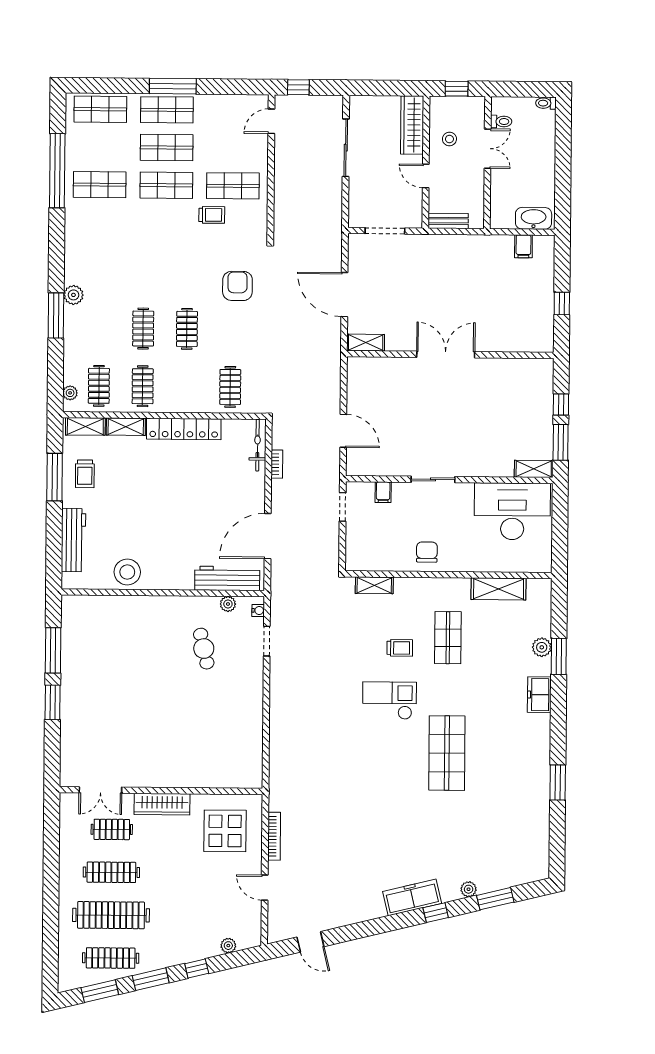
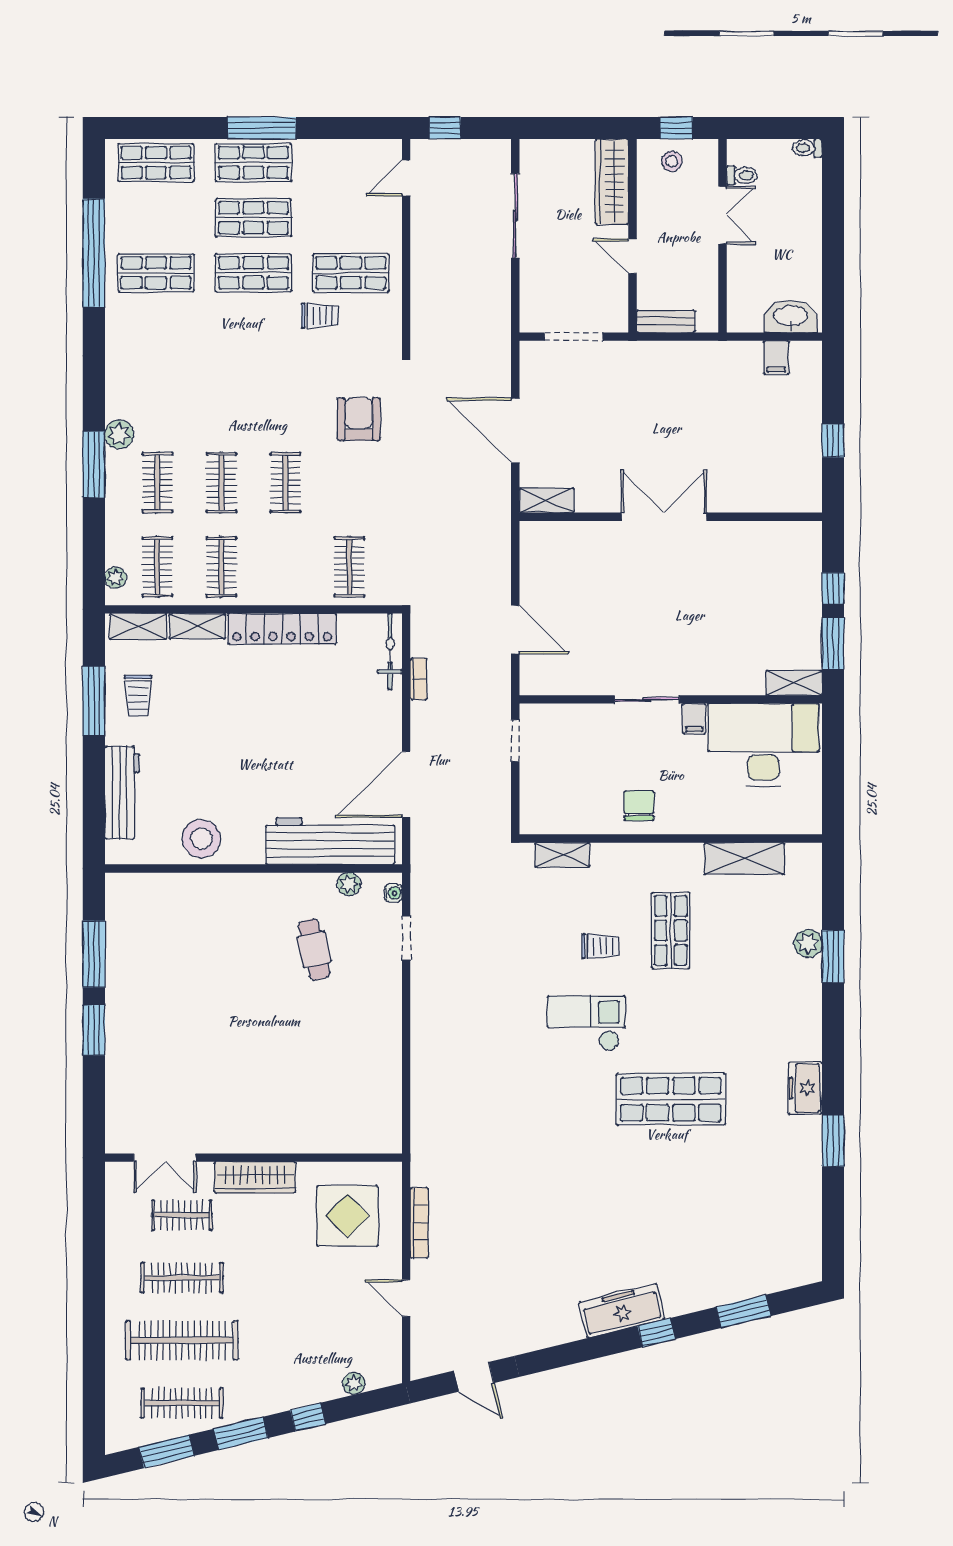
stool: (449, 139) -> (672, 161), moved
clothes rail: (99, 328) -> (157, 483), added
filing cabinet: (383, 492) -> (694, 719), moved
workbench: (227, 578) -> (330, 841), width x1.36, depth x1.32
freezer: (539, 695) -> (805, 1088), moved
shop shelf: (447, 753) -> (671, 1099), turned 90
plant: (469, 889) -> (704, 1298), removed

